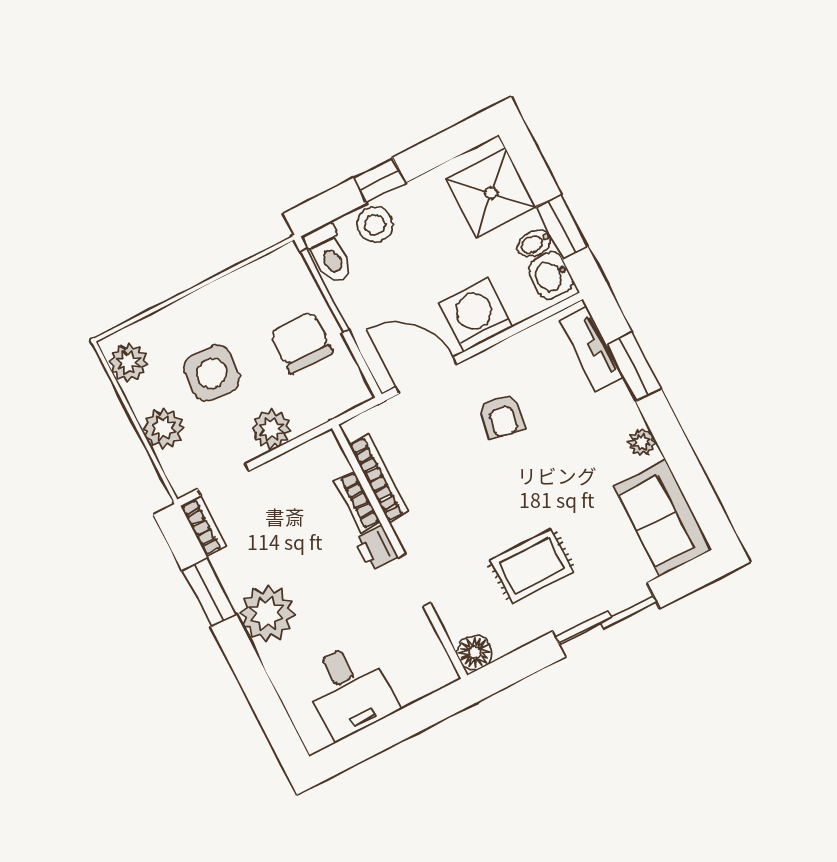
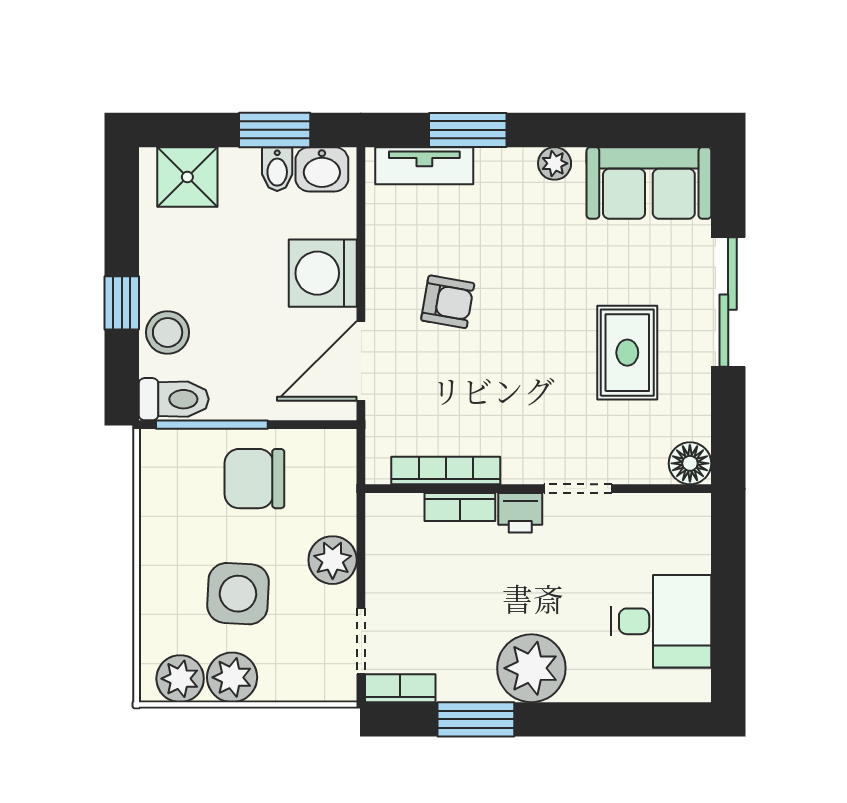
shower: (491, 193) -> (187, 177), width x0.73, depth x0.73
plant: (163, 428) -> (232, 677), moved

